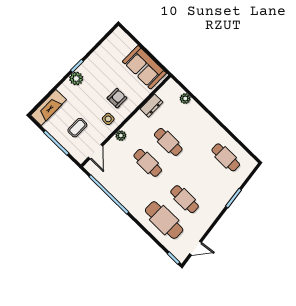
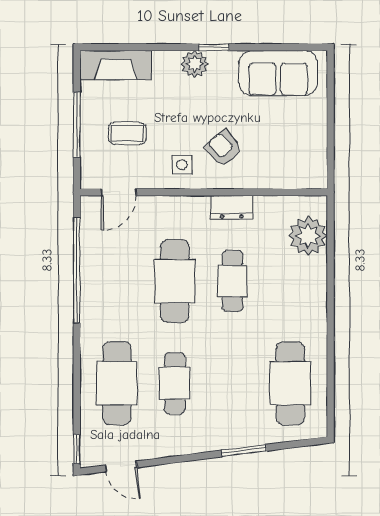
sofa: (144, 67) -> (278, 73), moved, turned -90
armchair: (117, 98) -> (223, 148), turned -131
plant: (185, 99) -> (308, 236), width x1.87, depth x1.87
dresser: (151, 106) -> (232, 207), moved
plant: (121, 136) -> (176, 206), removed
cafe table: (226, 157) -> (290, 383), width x1.37, depth x1.35
cafe table: (148, 163) -> (175, 281), width x1.37, depth x1.35

